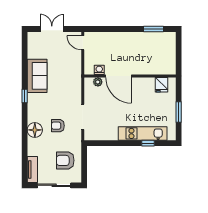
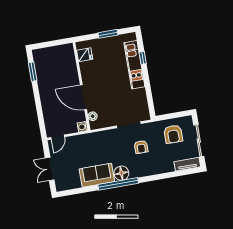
washing machine: (99, 70) -> (83, 127), moved
door: (119, 76) -> (83, 97), swing flipped
window: (25, 96) -> (118, 184), width x3.17
floor lamp: (35, 130) -> (121, 173), moved

